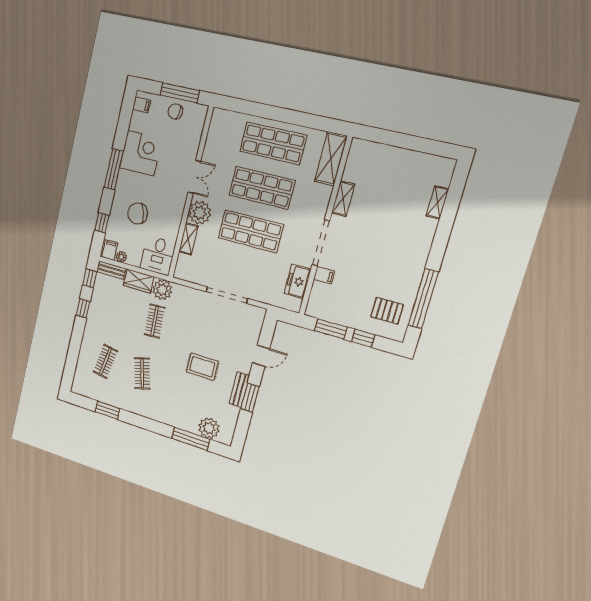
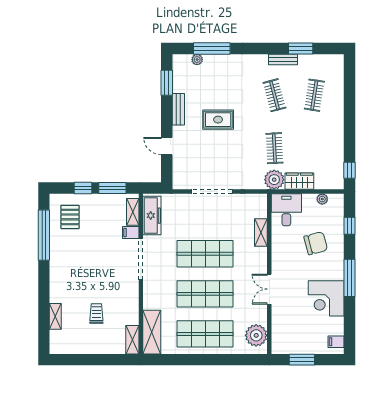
window: (180, 93) -> (302, 360), width x0.69
chair: (175, 111) -> (302, 343), removed
trolley: (388, 195) -> (96, 313), added
shelving: (343, 199) -> (132, 340), moved
plant: (200, 213) -> (256, 335), moved
filing cabinet: (110, 250) -> (335, 202), removed
bench: (111, 270) -> (283, 59), moved
freezer: (298, 281) -> (152, 216), width x1.40
shelving: (316, 297) -> (133, 212), added
window: (83, 308) -> (350, 140), removed
pallet: (387, 311) -> (70, 217), turned 90
door: (261, 356) -> (167, 146), hinge flipped
window: (250, 398) -> (167, 83), moved
plant: (209, 428) -> (197, 60), width x0.53, depth x0.53

